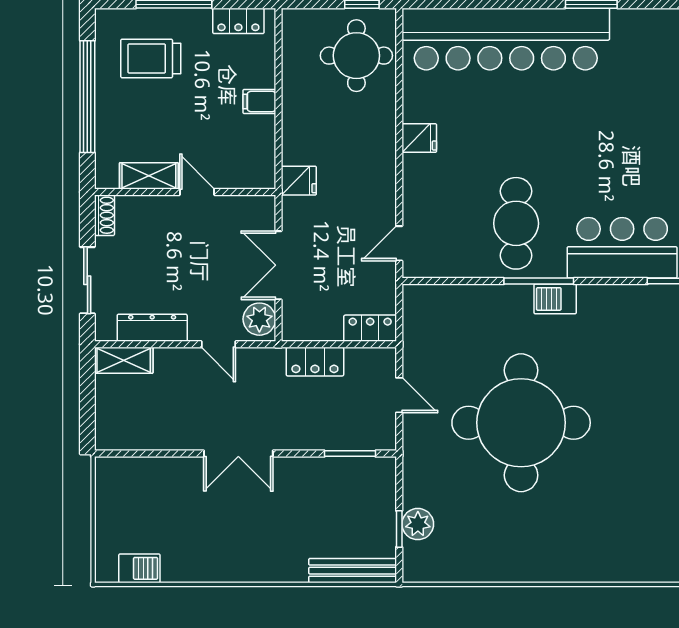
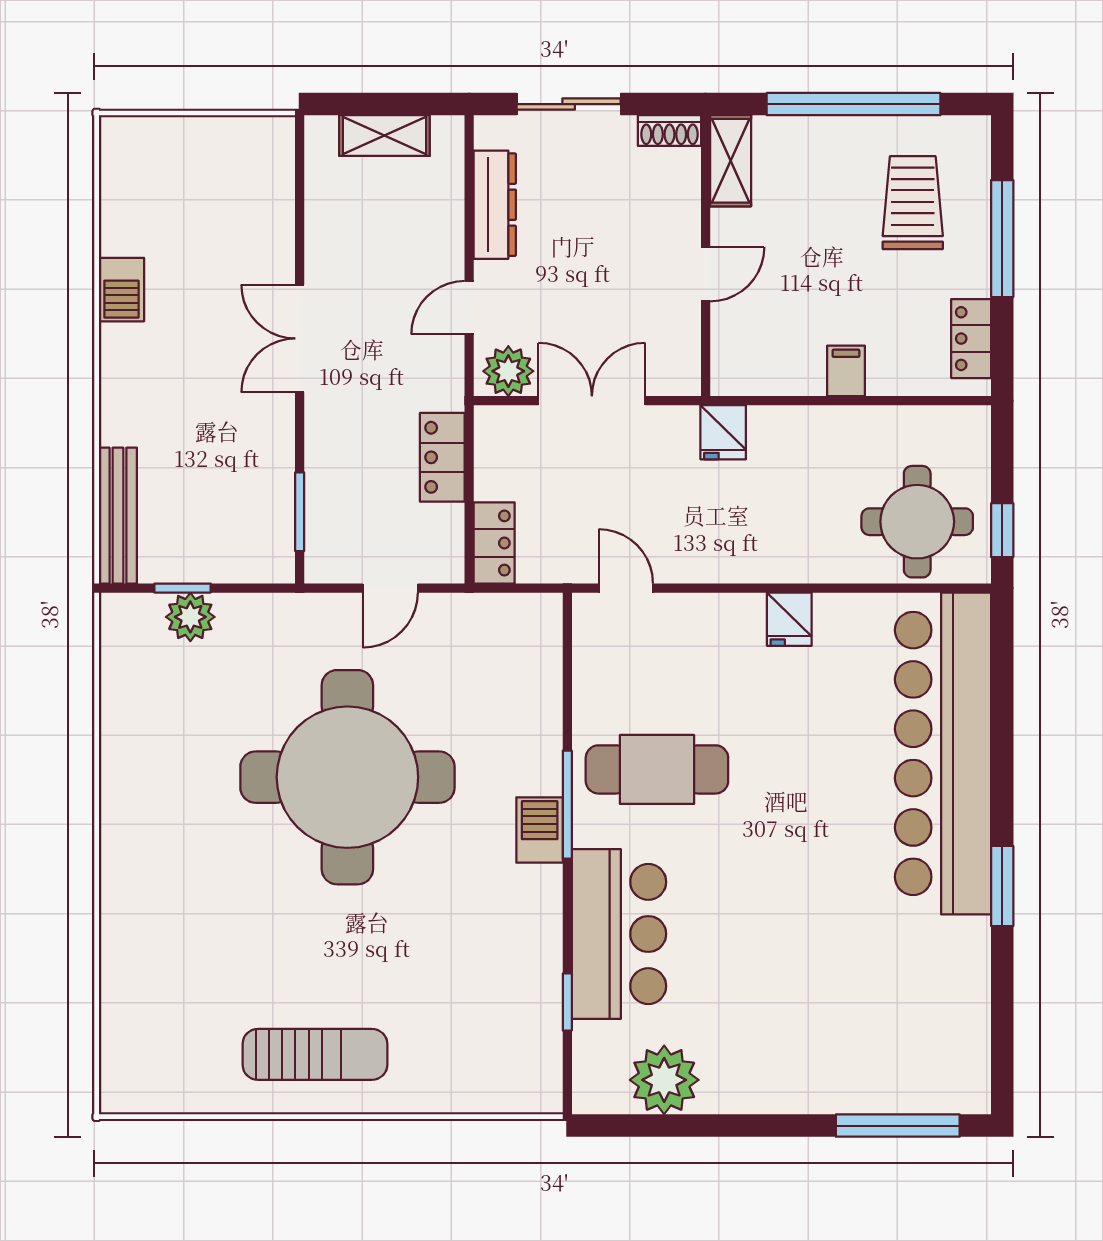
shelving: (149, 176) -> (731, 161), moved
shelving: (124, 360) -> (384, 136), moved, turned 90
barbecue: (139, 568) -> (121, 290), moved

